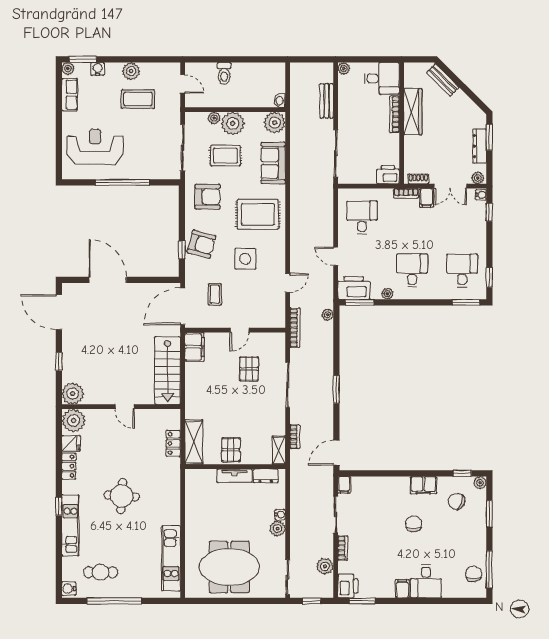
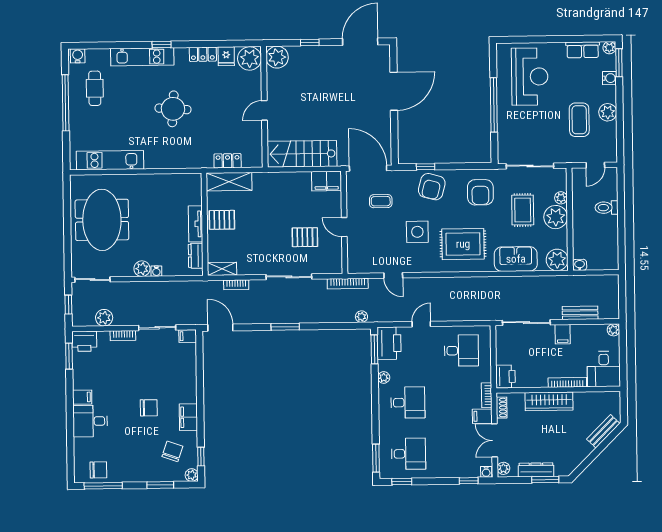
wardrobe: (413, 112) -> (549, 401), moved
filing cabinet: (347, 118) -> (563, 334), added
rug: (258, 214) -> (463, 244), turned 90

